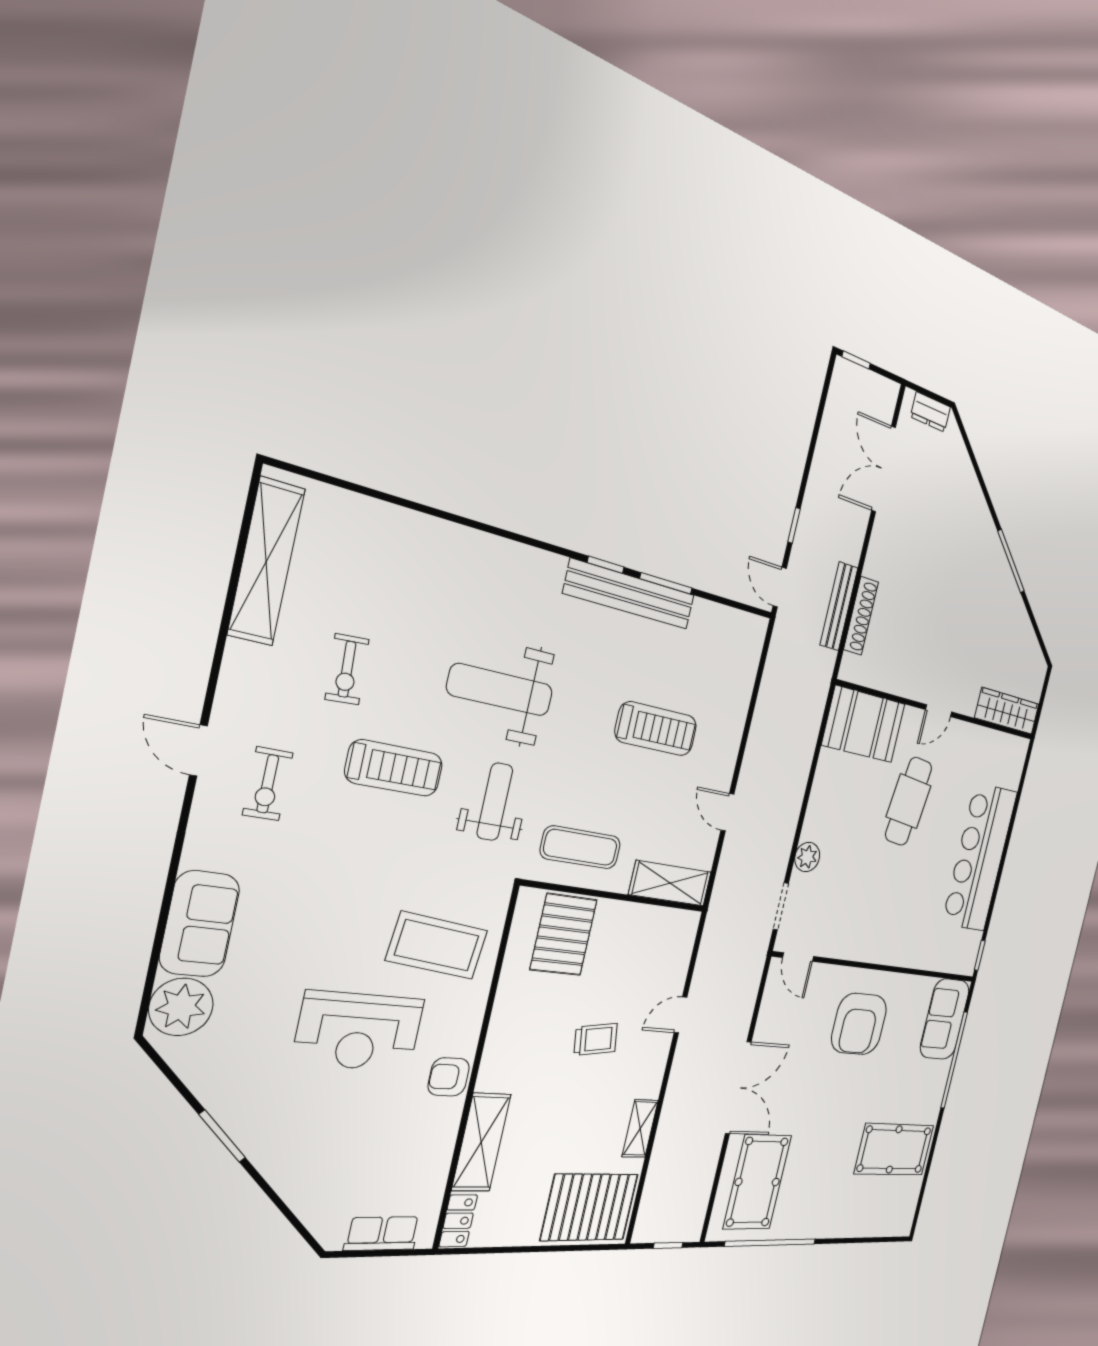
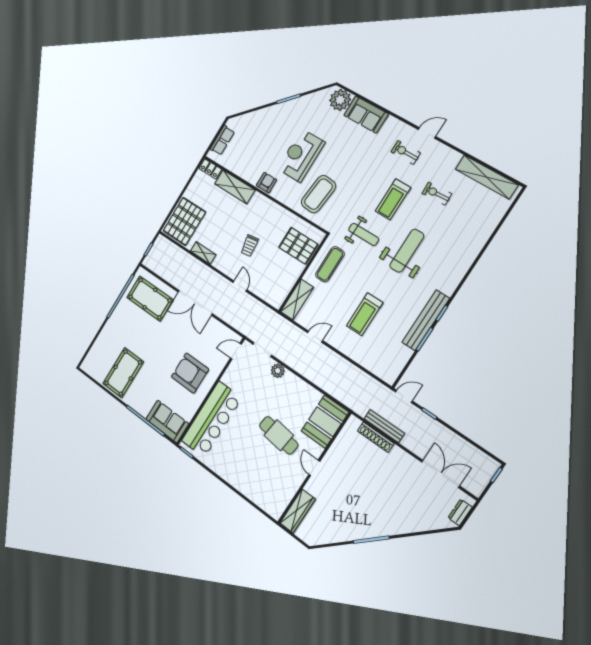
bar counter: (980, 858) -> (211, 419), moved, turned 90

